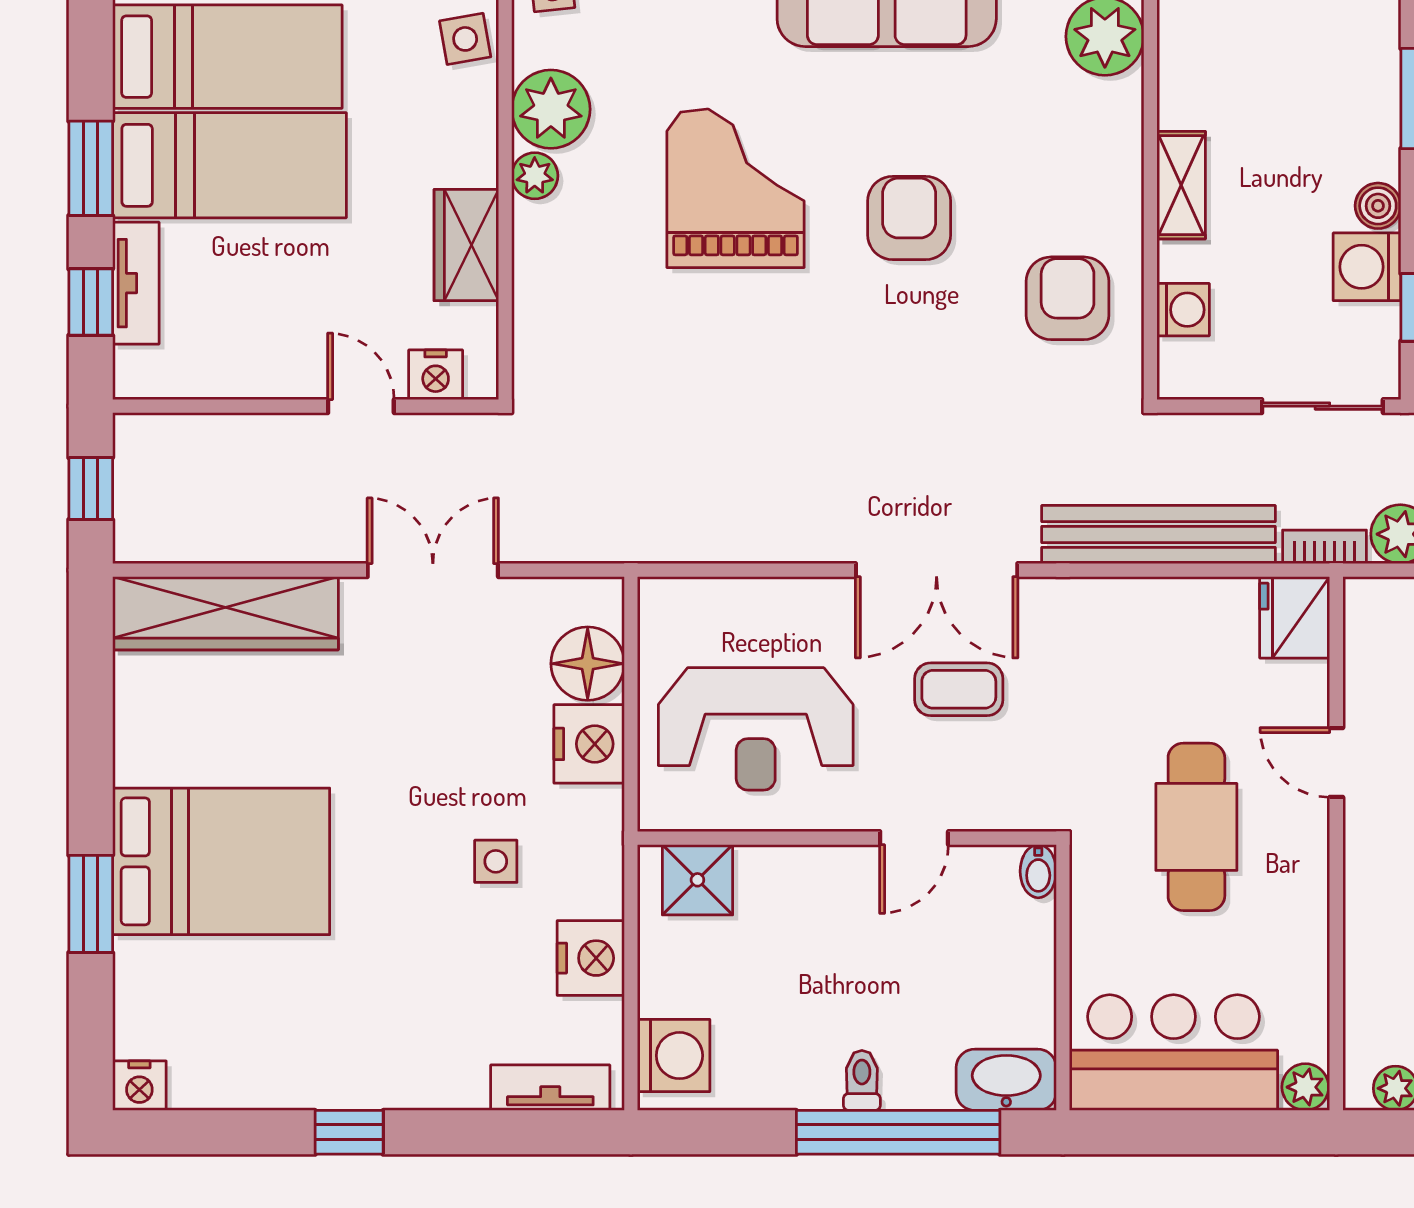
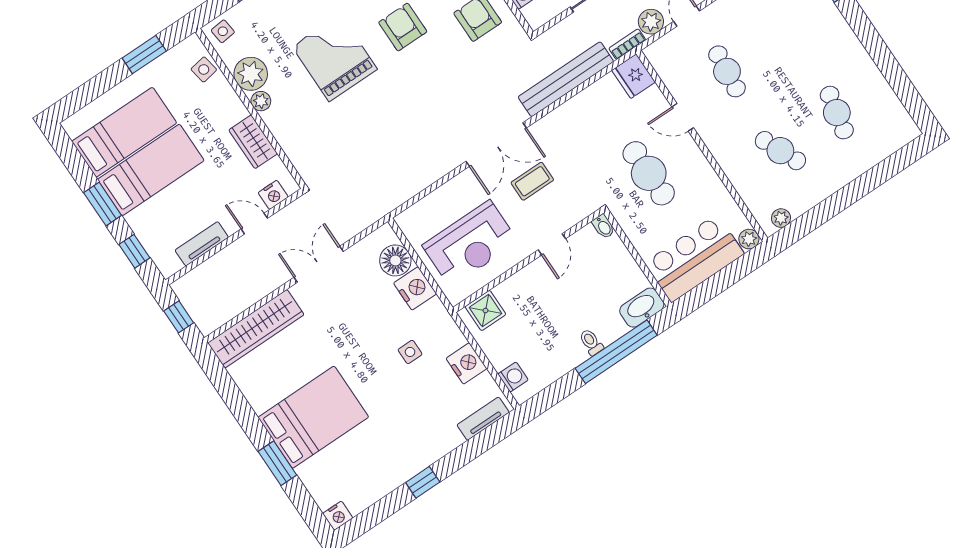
tv unit: (136, 283) -> (202, 244), moved, turned -90
washing machine: (674, 1056) -> (513, 377), width x0.73, depth x0.73

